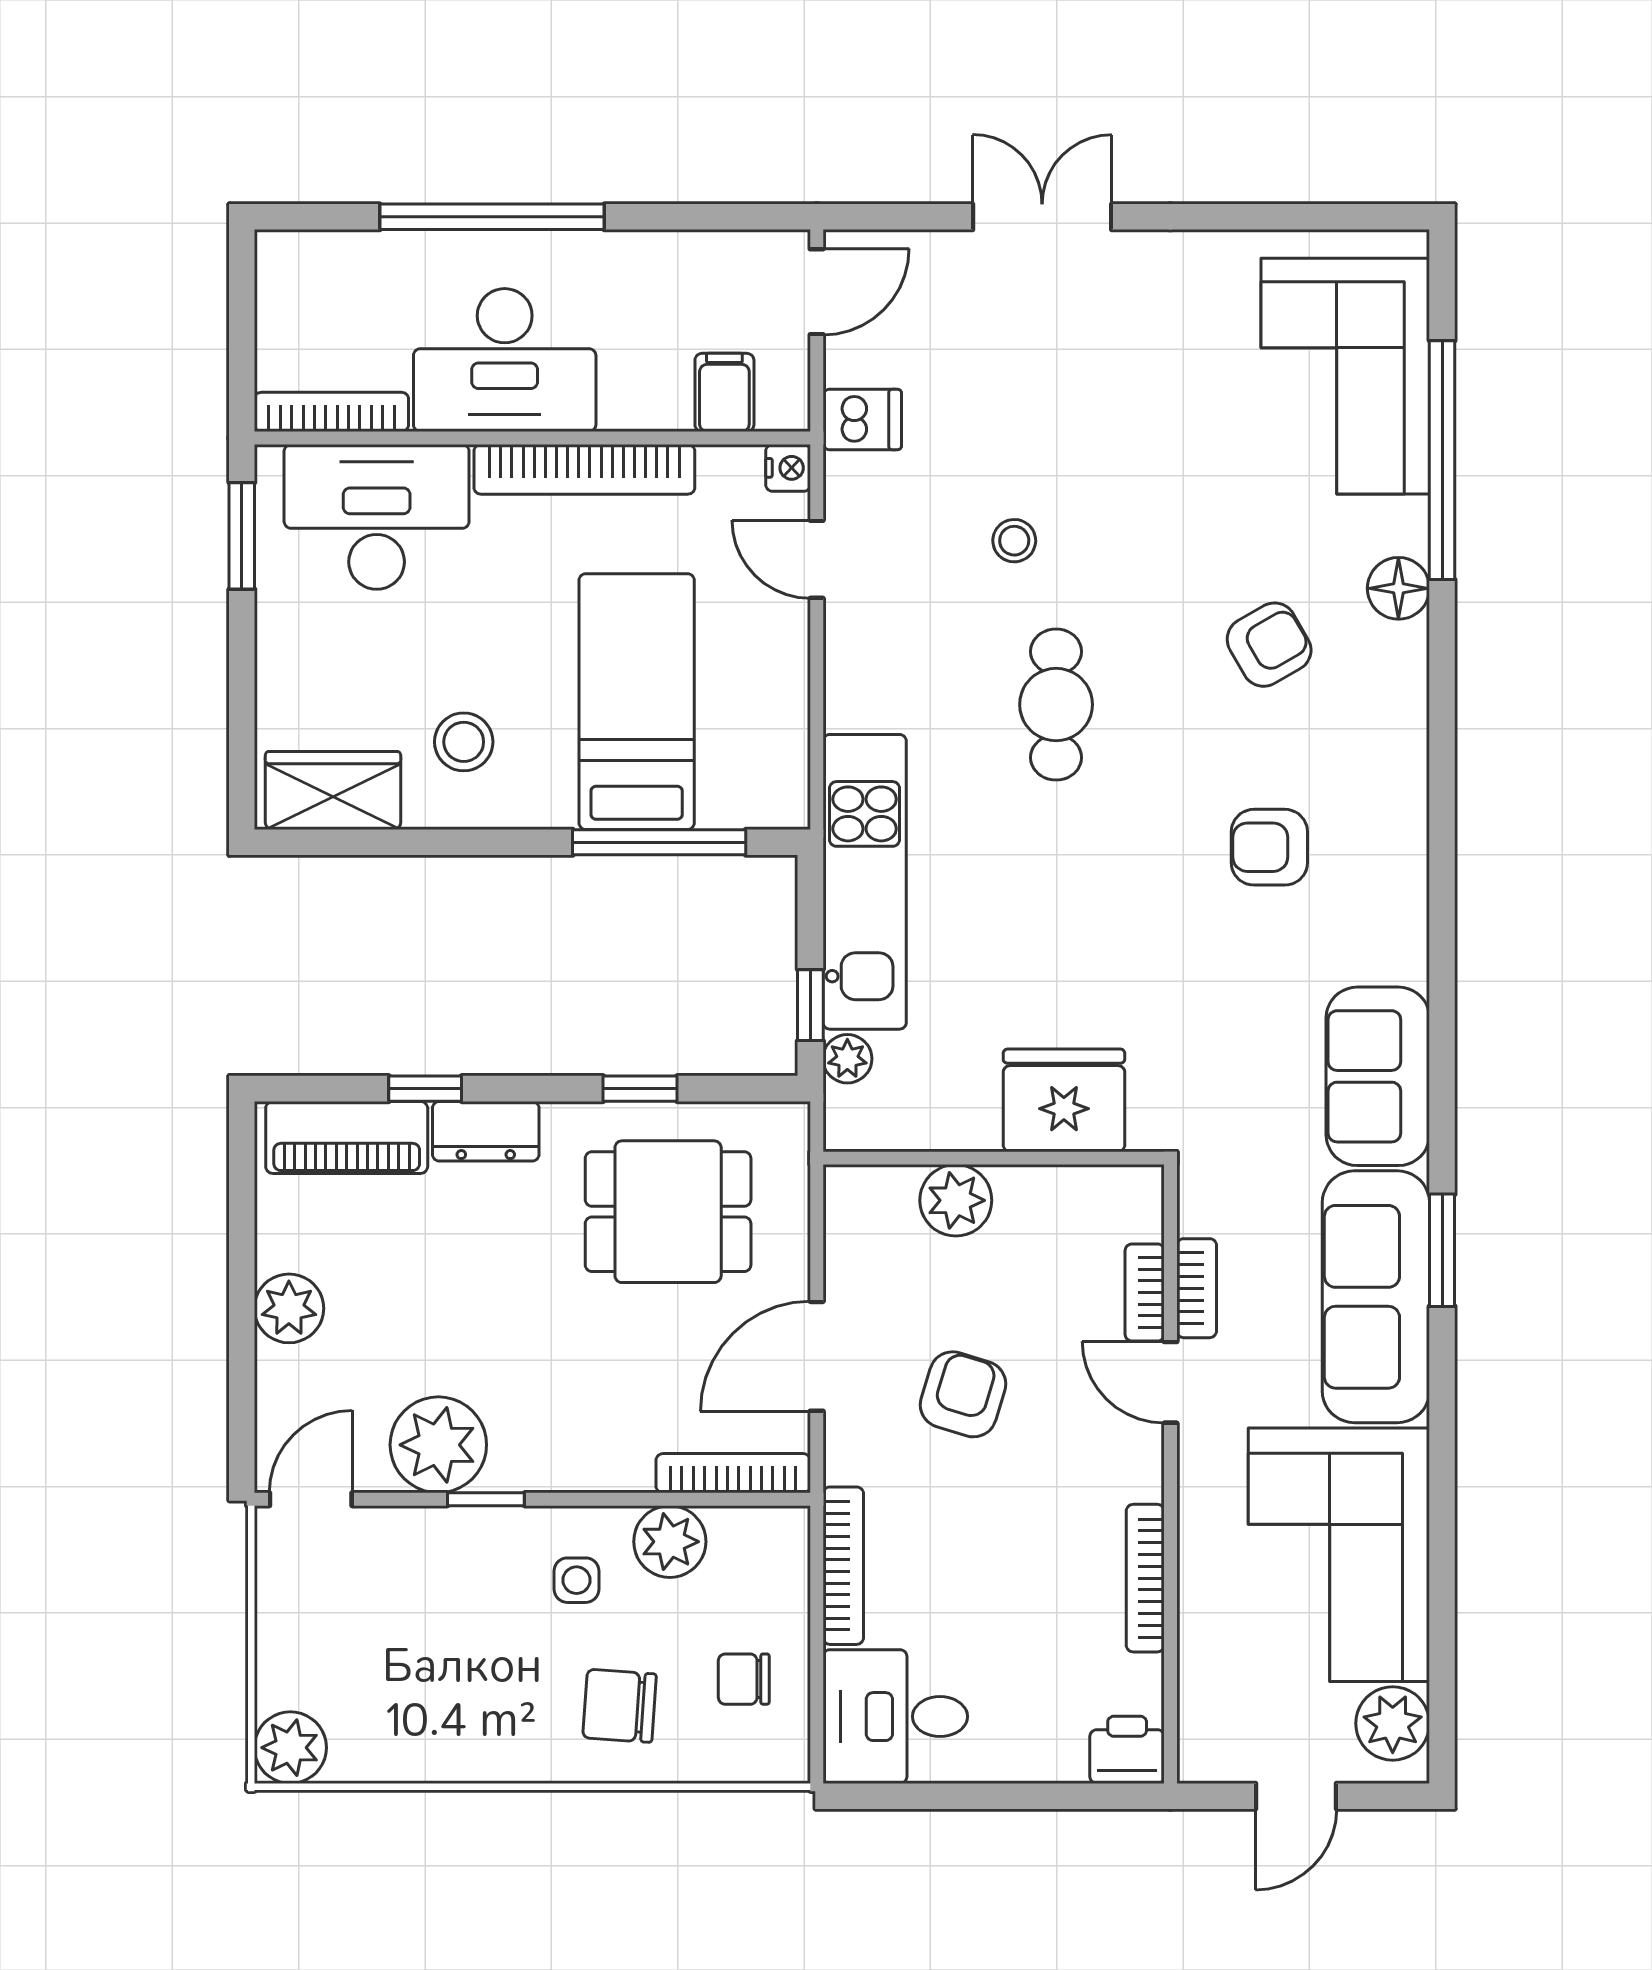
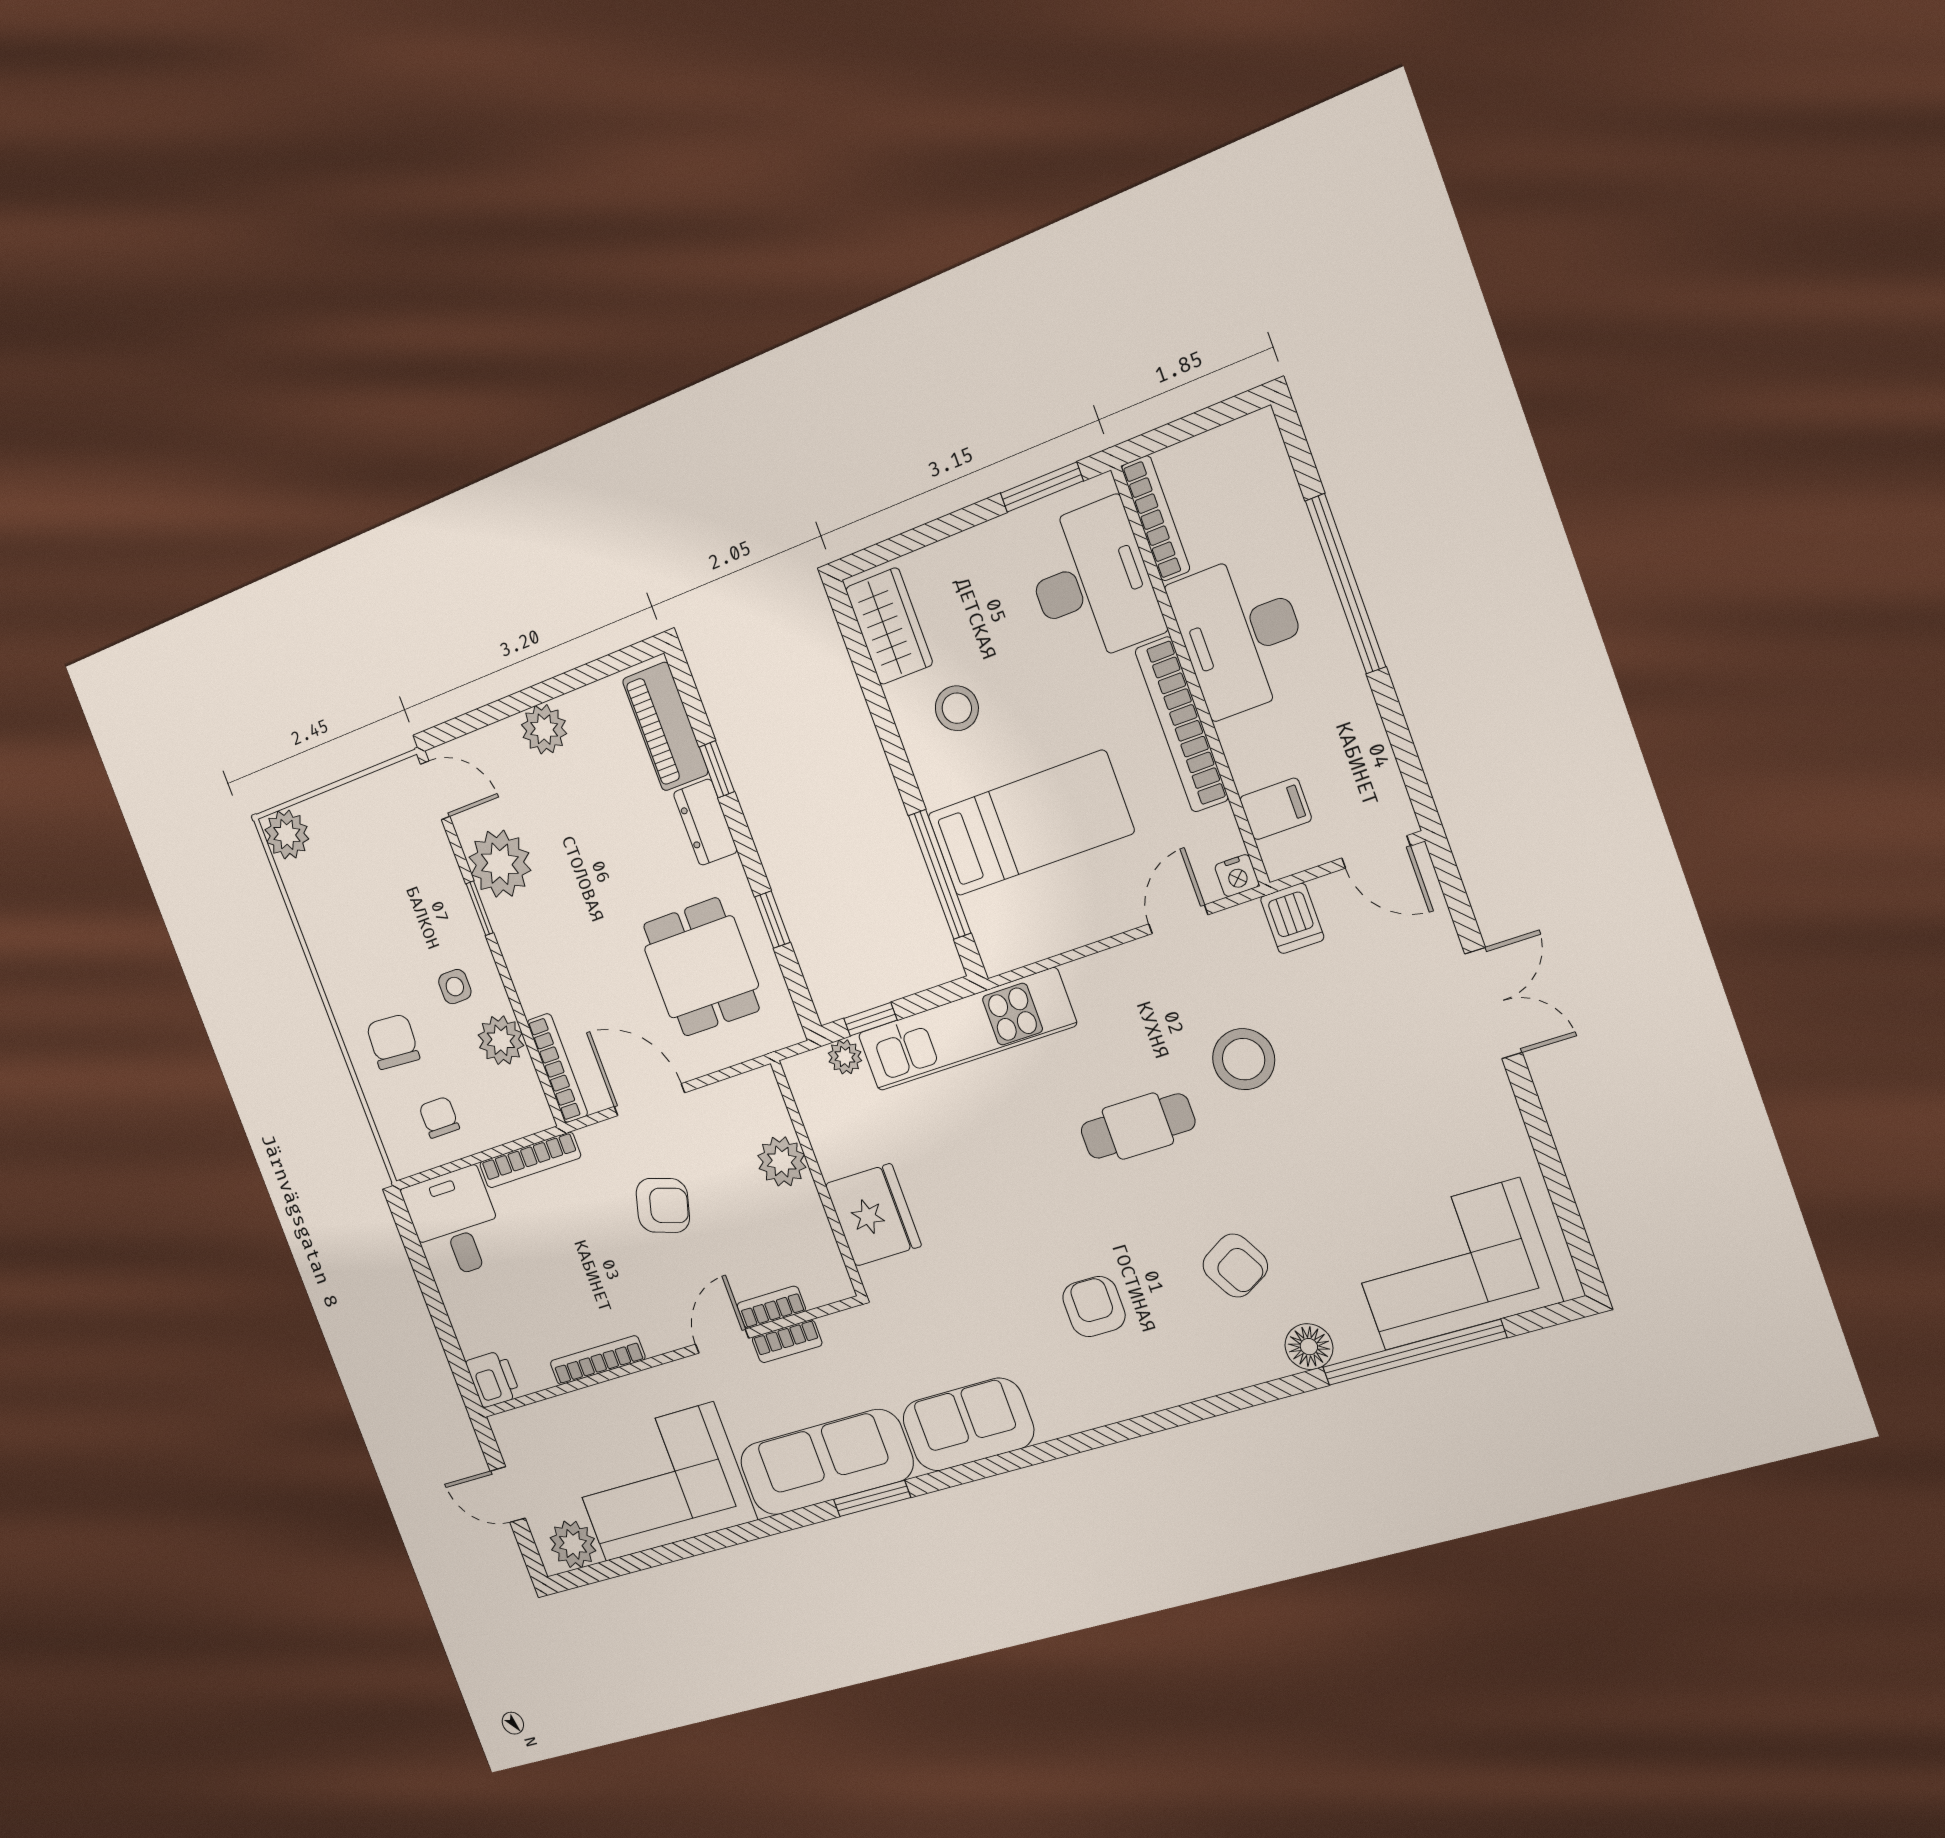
stool: (1014, 541) -> (1244, 1059), width x1.89, depth x1.89

